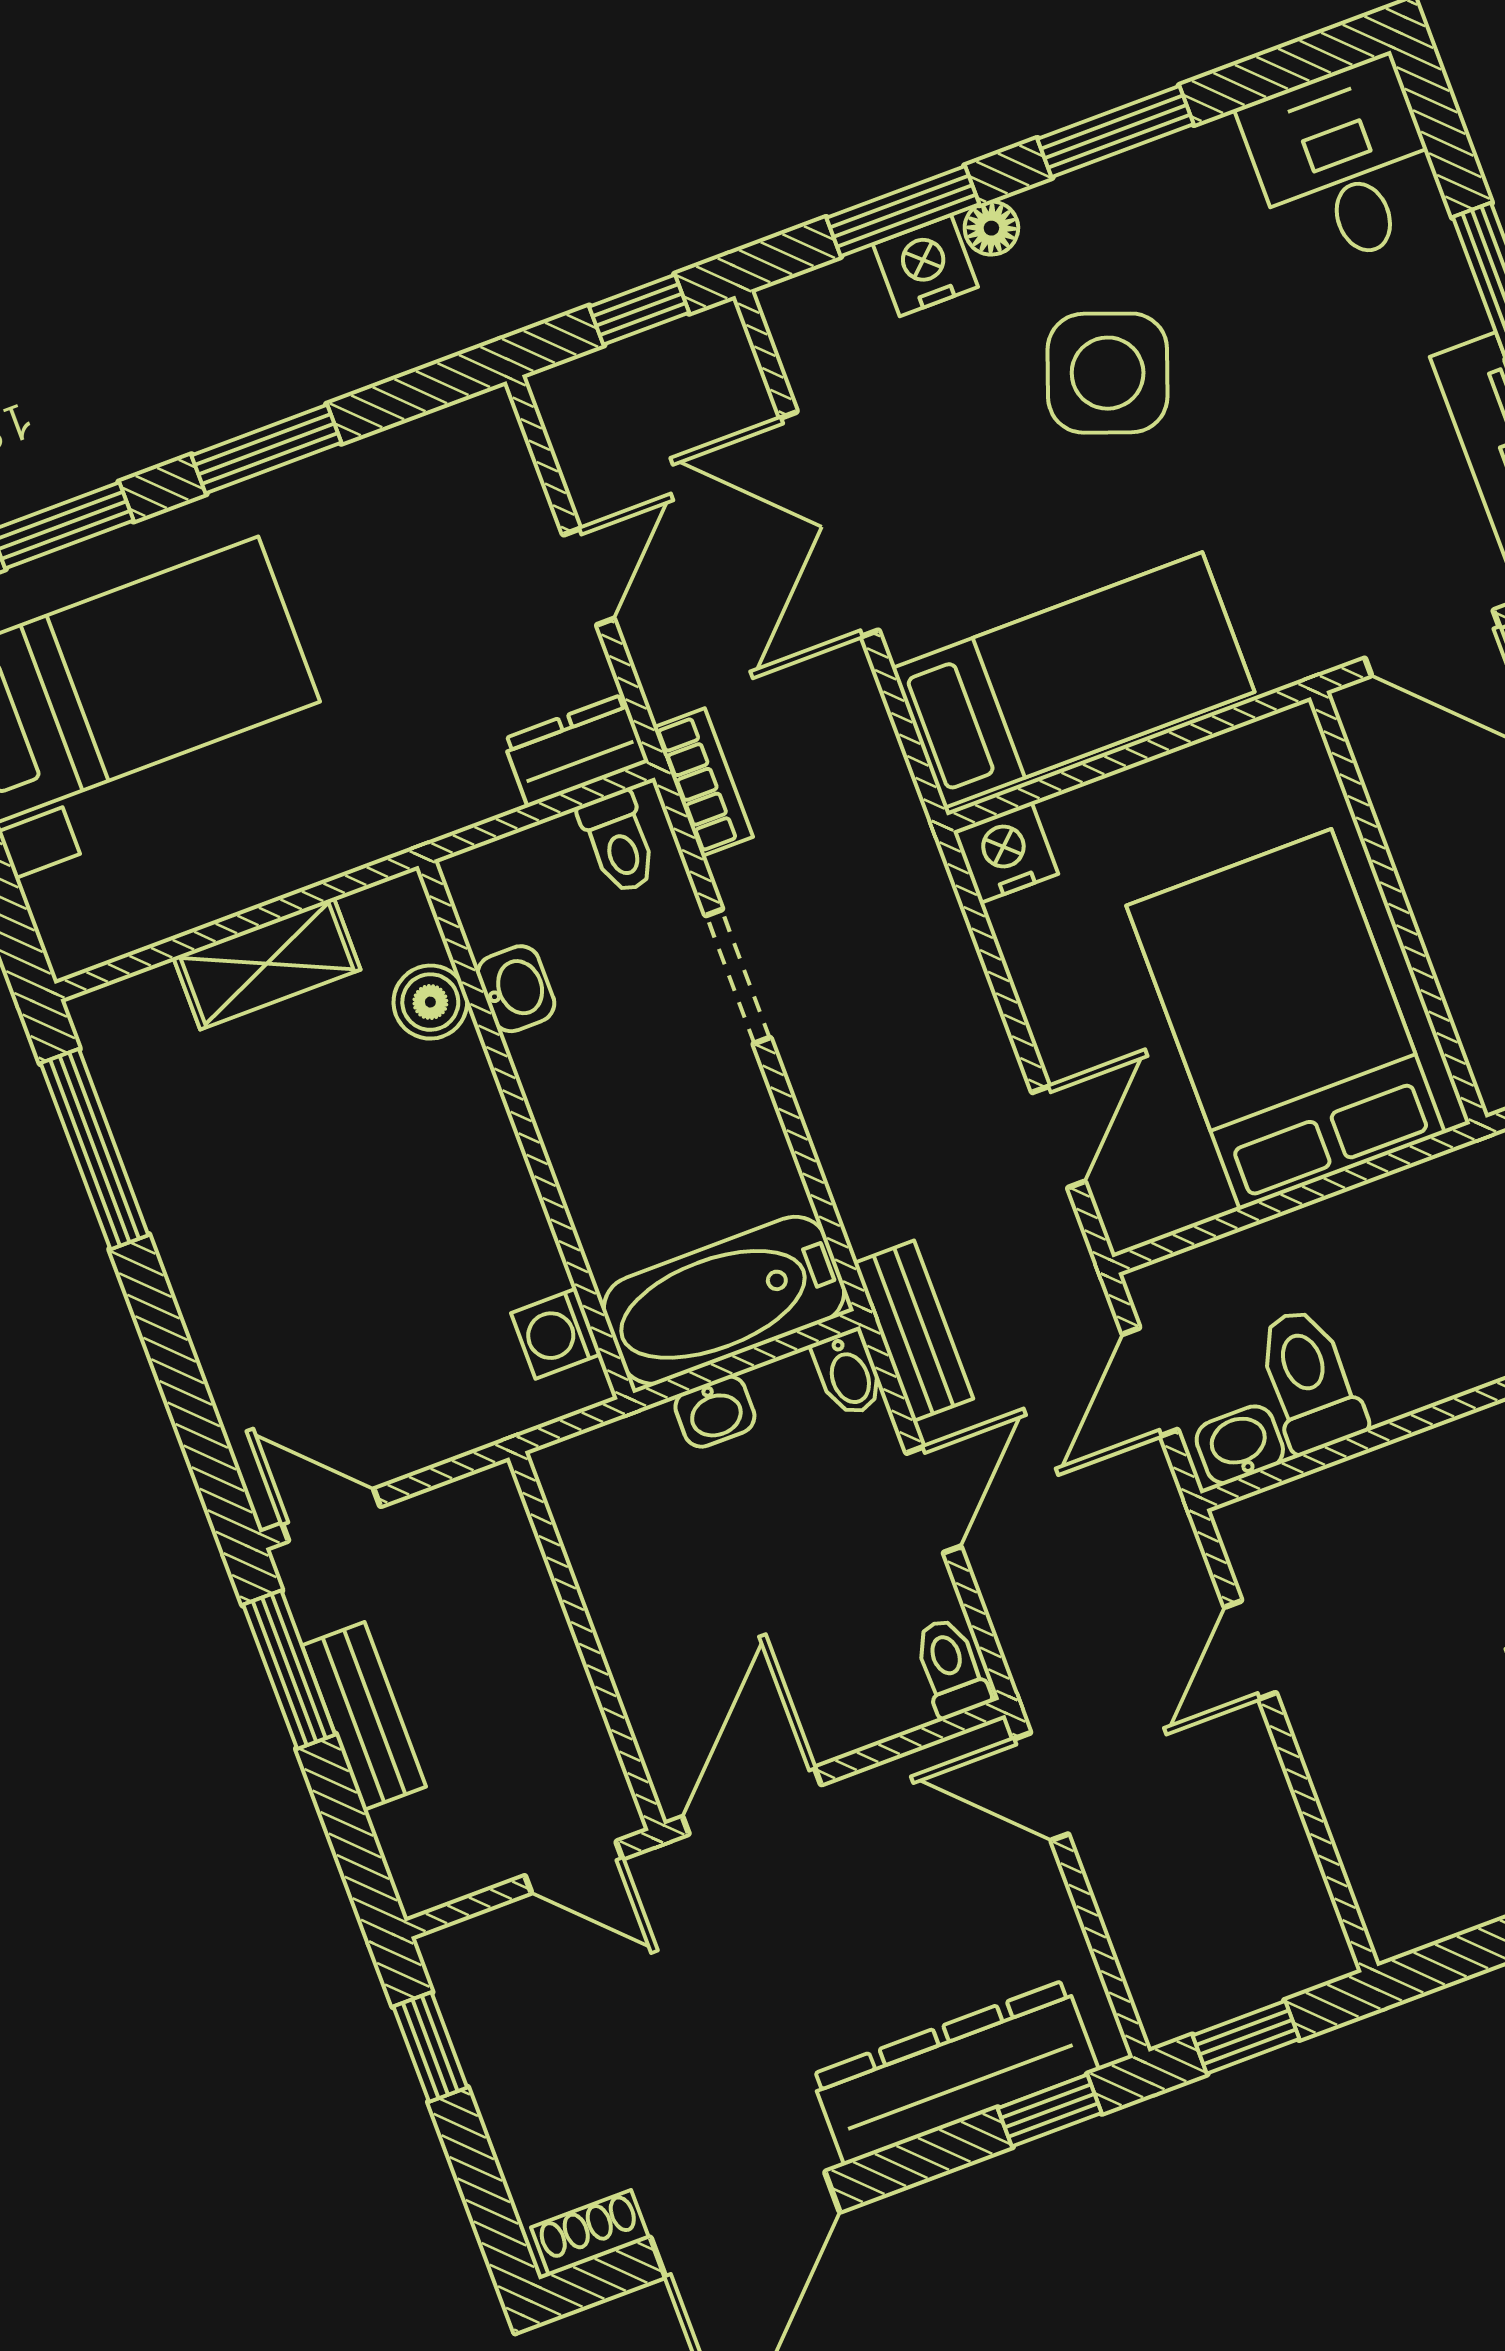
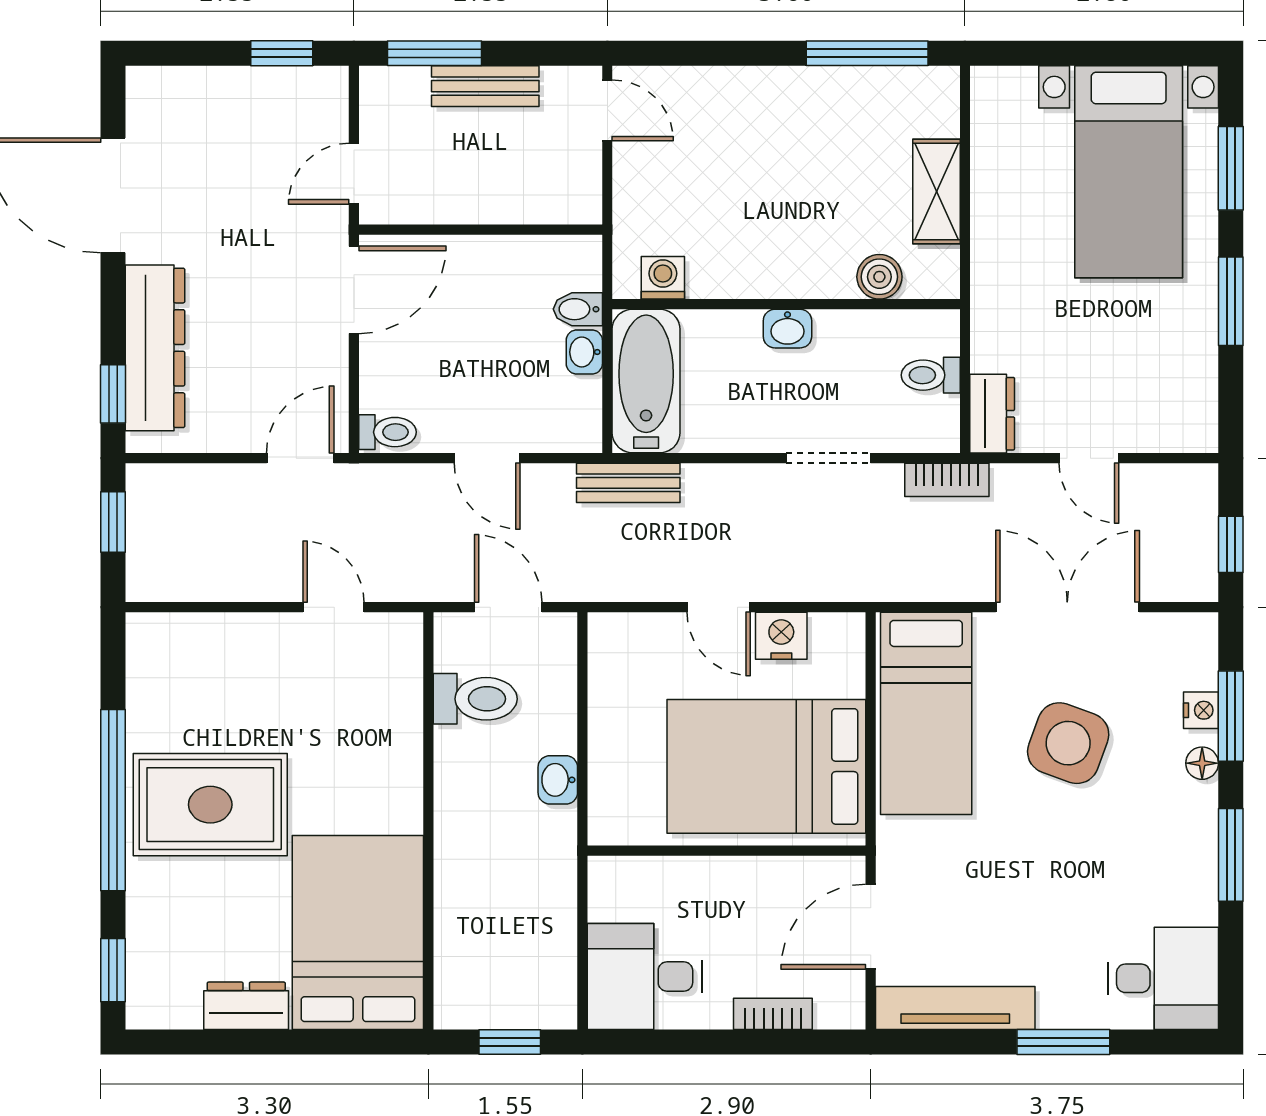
nightstand: (925, 266) -> (1201, 710), width x0.72, depth x0.74
side table: (1108, 373) -> (1068, 743), moved
toilet: (619, 842) -> (931, 375), moved
nightstand: (1006, 852) -> (781, 636), moved, turned -90
washbasin: (516, 989) -> (787, 329), moved
bed: (1286, 1019) -> (766, 766), moved, turned 180
door: (1059, 1137) -> (719, 607), moved
bench: (914, 1331) -> (628, 483), moved
bidet: (848, 1373) -> (578, 309), moved
washbasin: (1240, 1445) -> (558, 780), moved, turned 180
door: (331, 1515) -> (607, 110), hinge flipped
window: (289, 1670) -> (434, 53), moved
door: (752, 1801) -> (354, 290), hinge flipped
shoe rack: (590, 2233) -> (141, 105), removed

